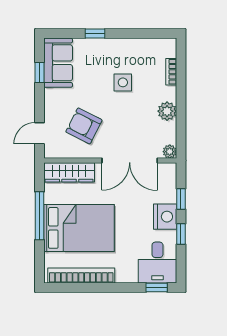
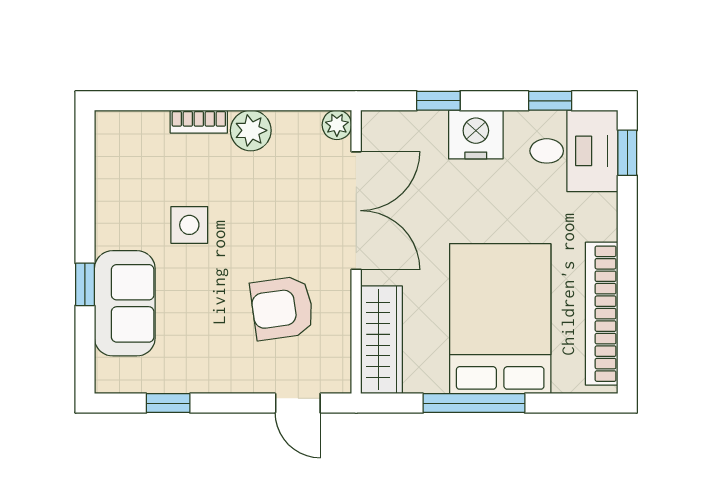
sofa: (58, 63) -> (125, 303), moved, turned 90
bookcase: (171, 72) -> (199, 122), moved
armchair: (84, 126) -> (282, 308), turned 55
window: (181, 234) -> (550, 101), moved

